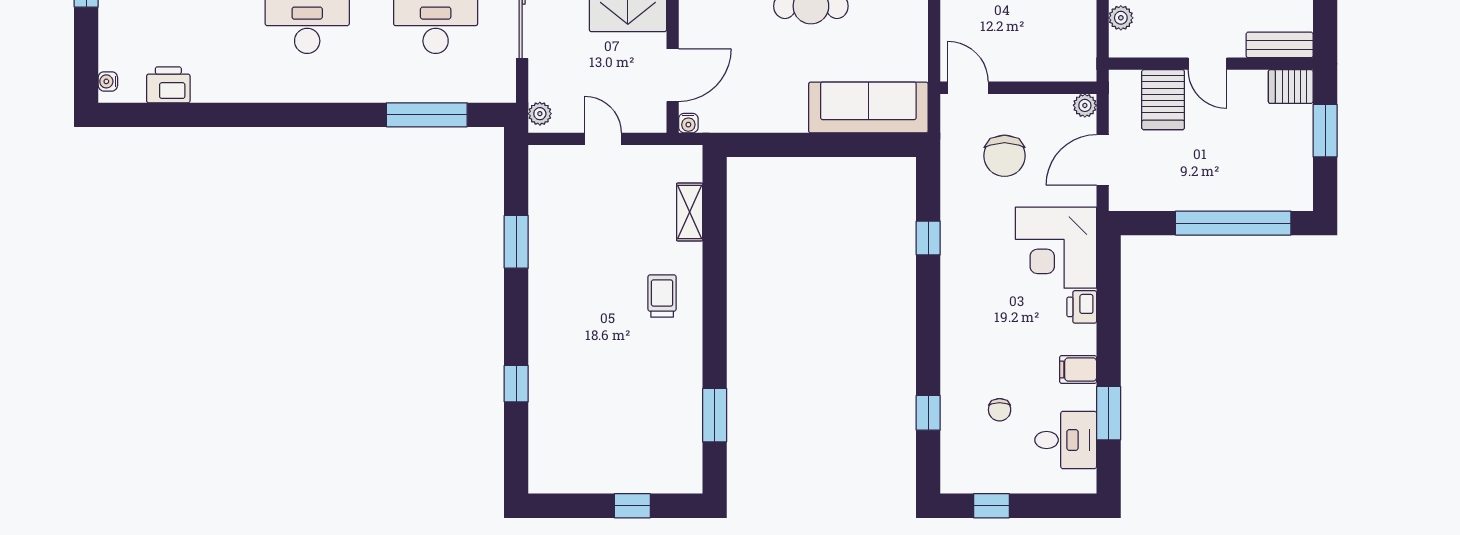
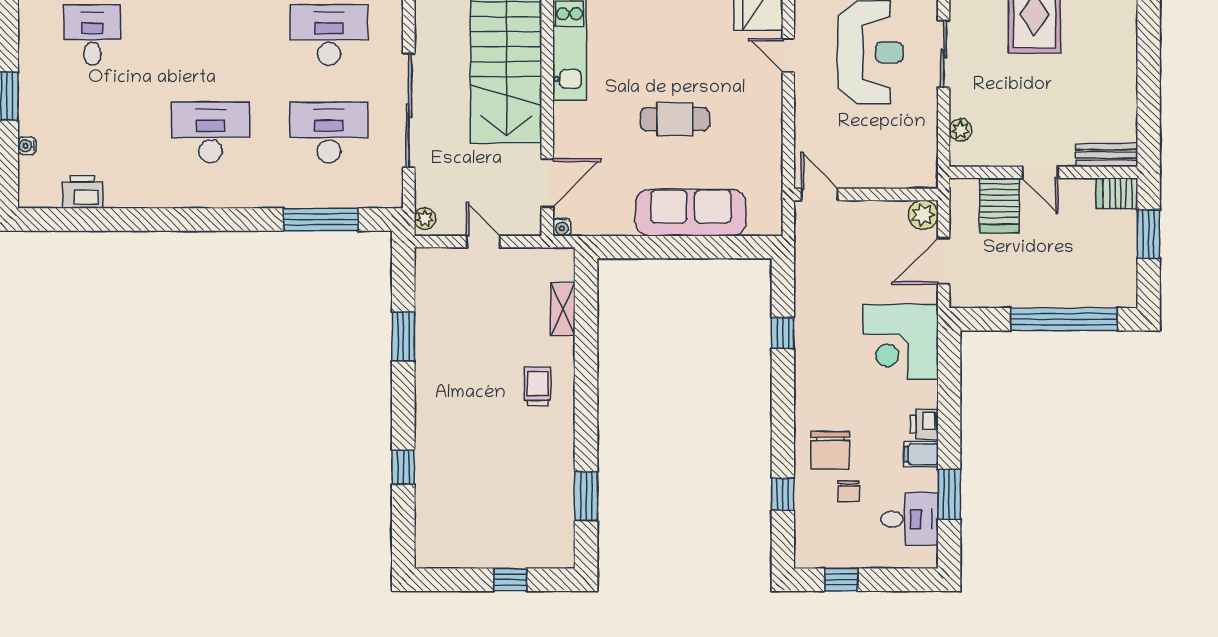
water cooler: (108, 81) -> (27, 146), moved
plant: (1085, 105) -> (923, 215), width x1.38, depth x1.38
sofa: (868, 107) -> (691, 213), moved
chair: (1005, 156) -> (830, 450), moved
printer: (1082, 307) -> (924, 424), moved

